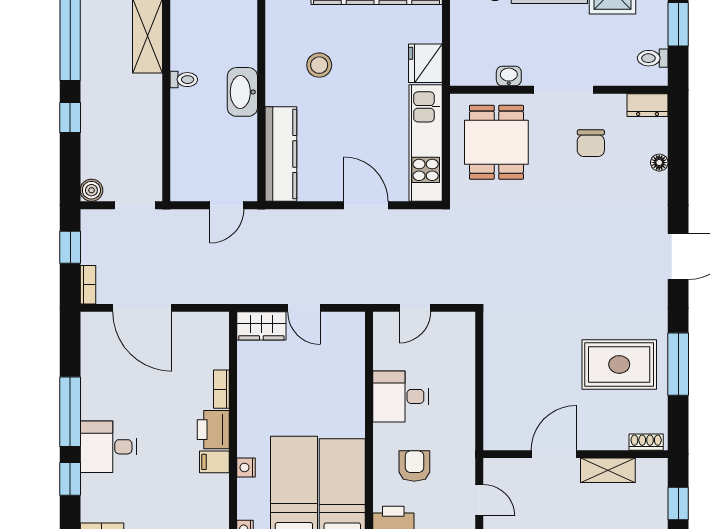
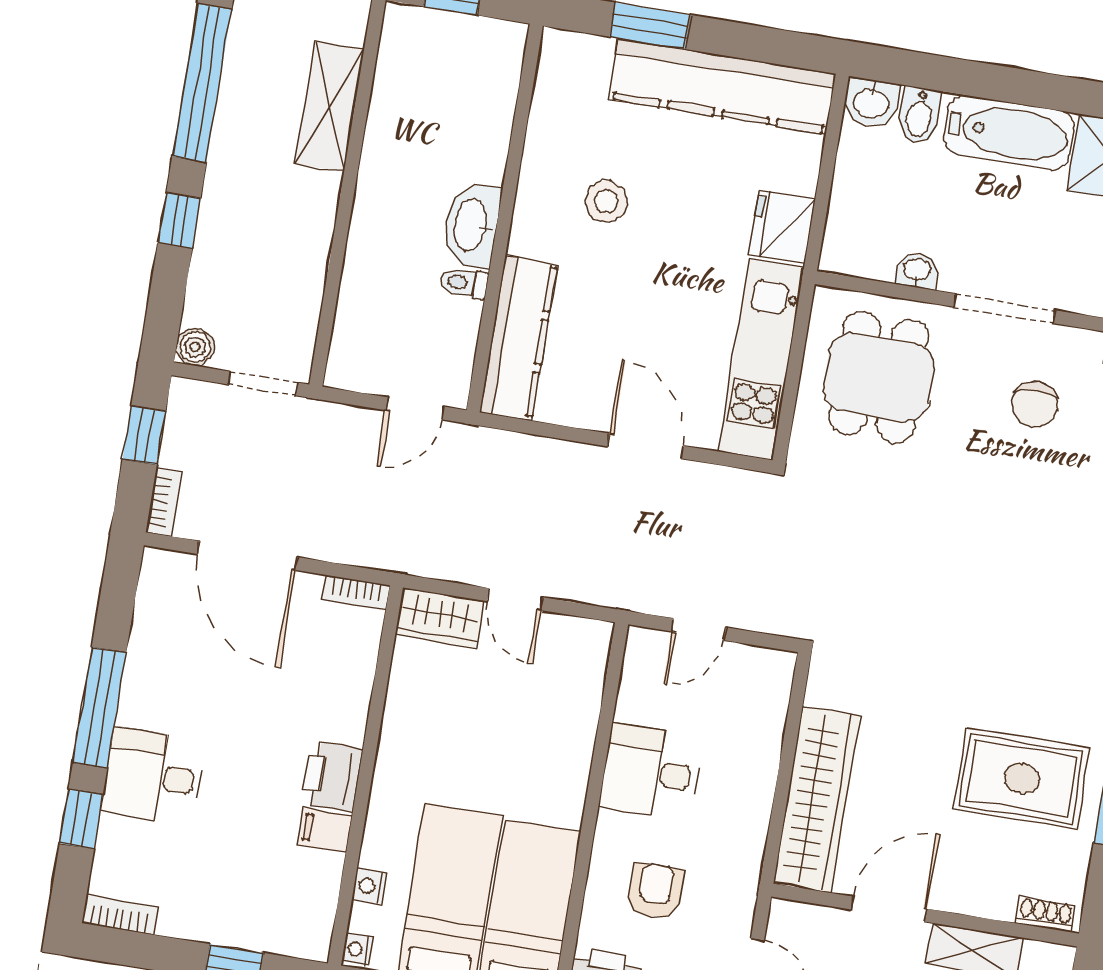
toilet: (184, 80) -> (464, 283), moved, turned 180
bookcase: (221, 389) -> (356, 593), moved, turned -90
wardrobe: (500, 397) -> (816, 800), added
nightstand: (246, 467) -> (369, 886), moved

